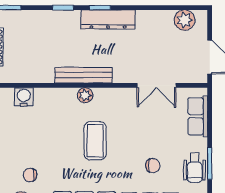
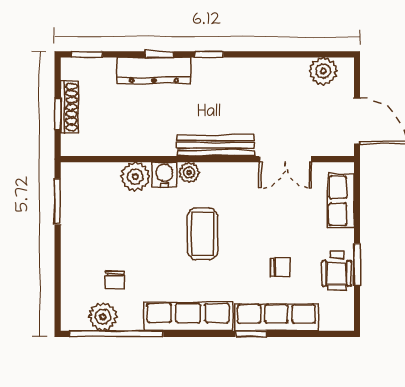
dresser: (108, 20) -> (154, 70), moved
bench: (83, 75) -> (216, 145), moved
water cooler: (24, 97) -> (164, 175), moved
plant: (45, 98) -> (135, 177), added
chair: (30, 175) -> (115, 280), turned -90

